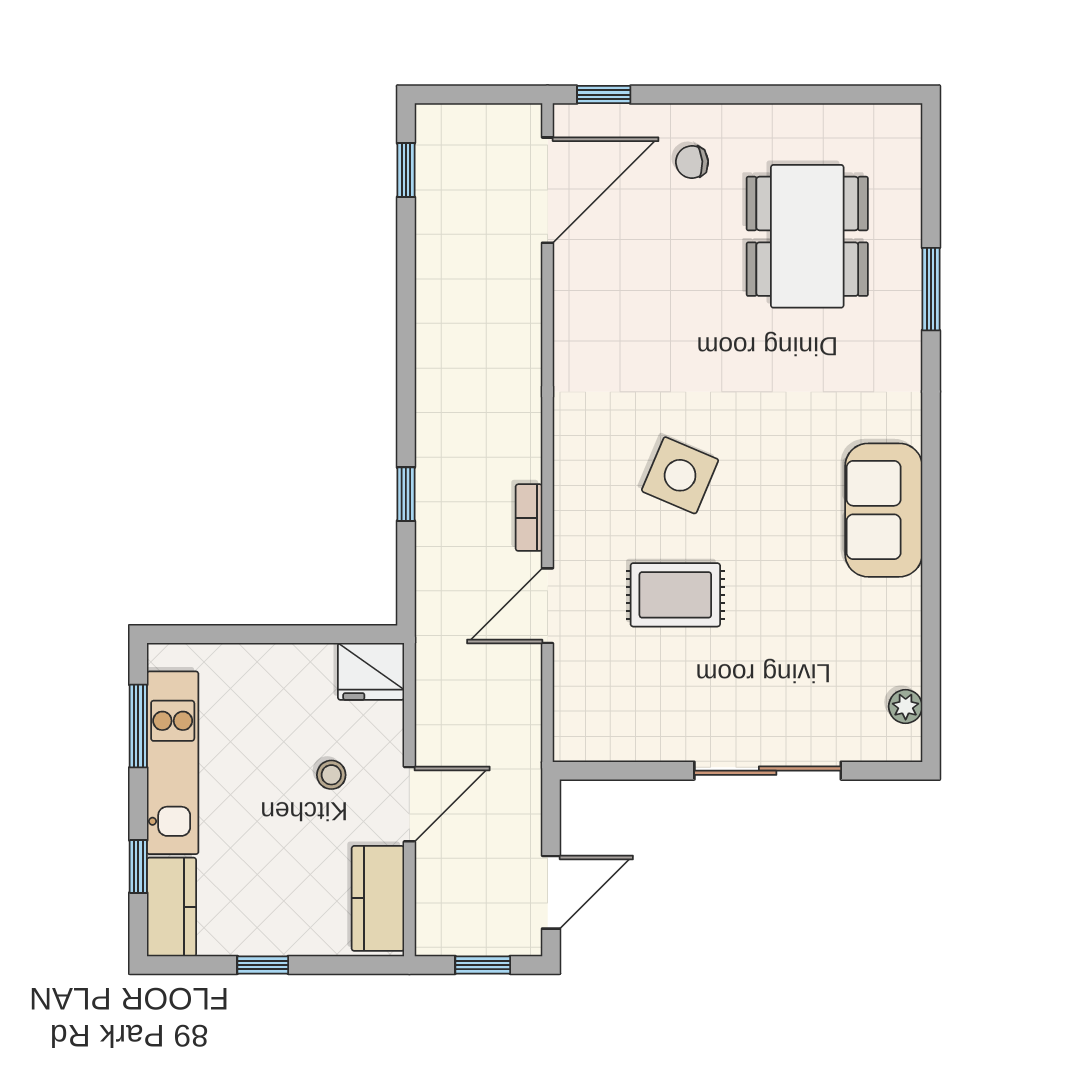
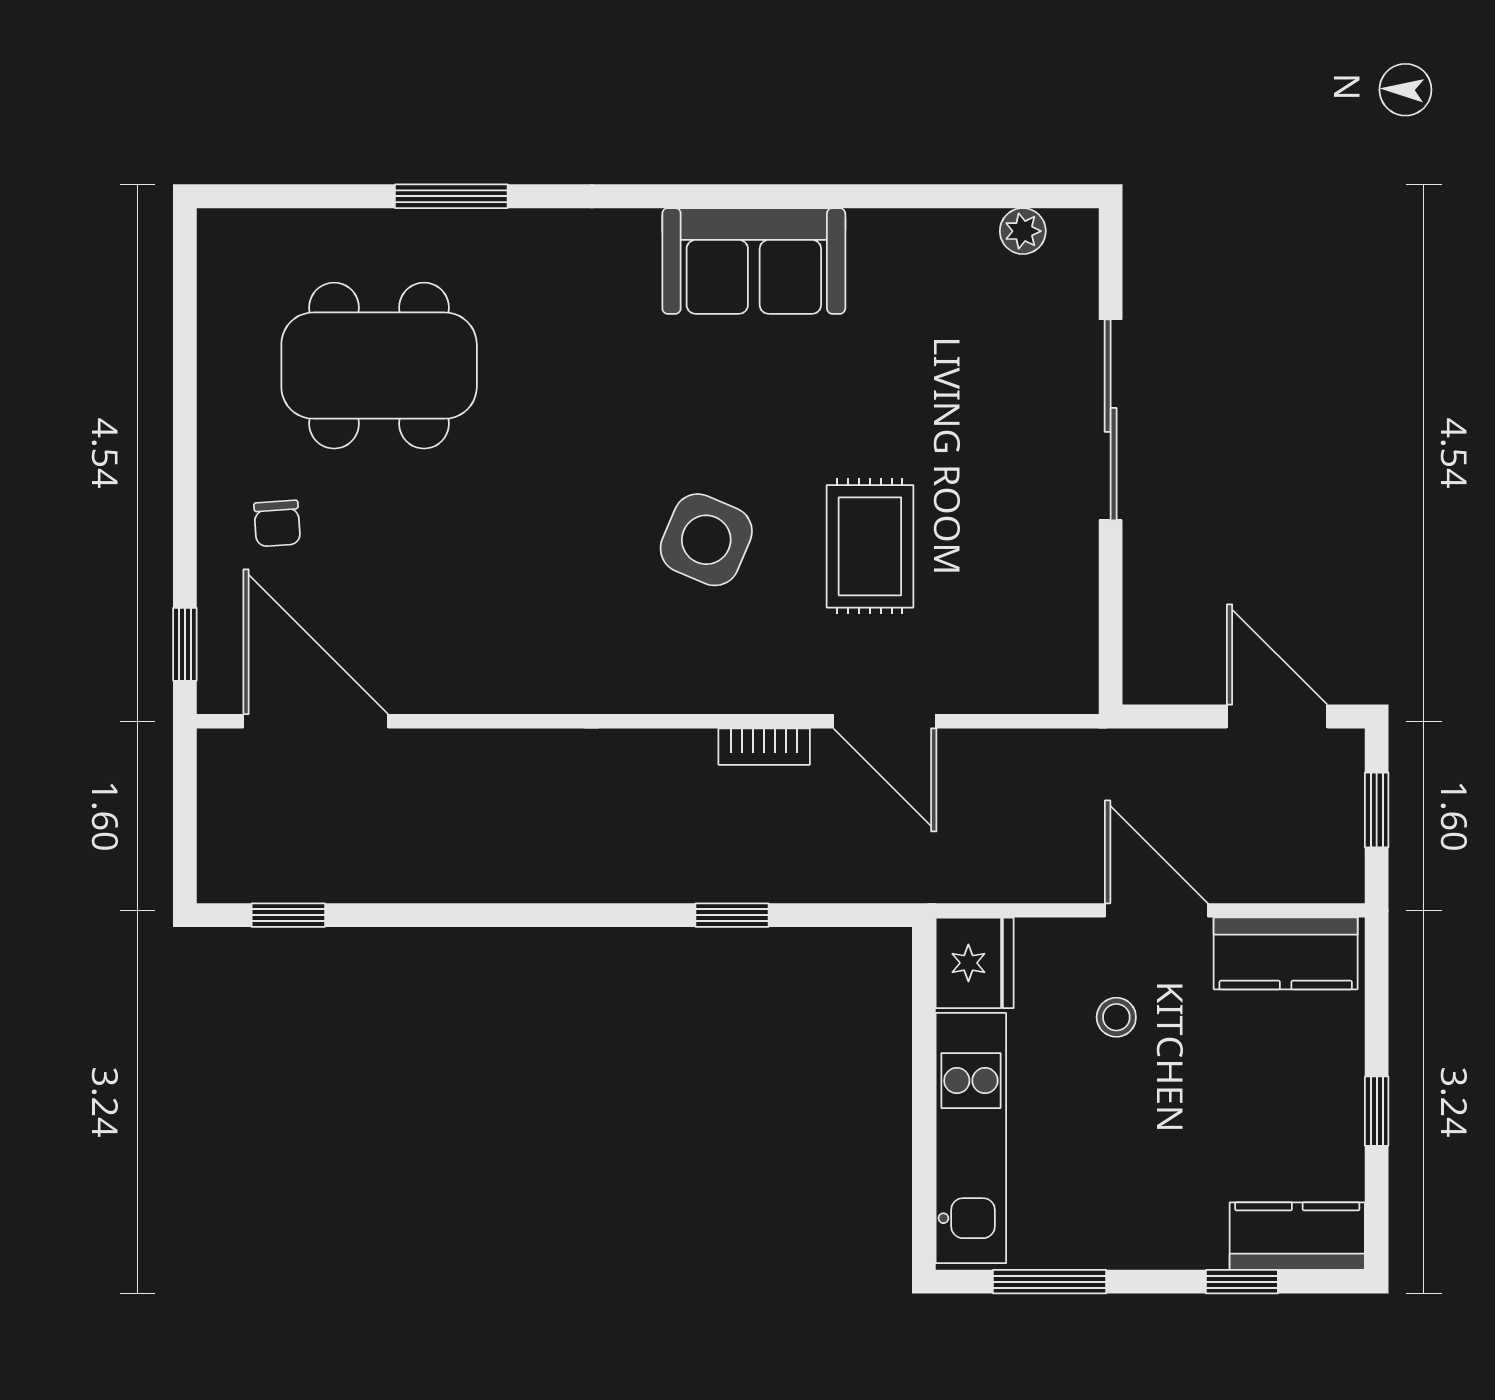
kitchen unit: (173, 763) -> (971, 1138), moved, turned 90

